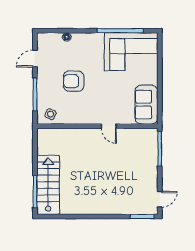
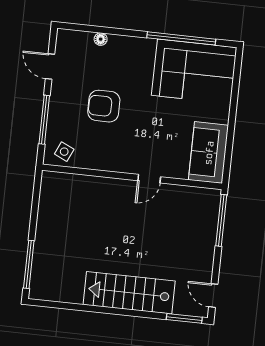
door: (35, 59) -> (50, 66), hinge flipped
door: (109, 126) -> (149, 179), hinge flipped
stairs: (48, 185) -> (129, 293), moved, turned -90
door: (160, 199) -> (213, 296), swing flipped

